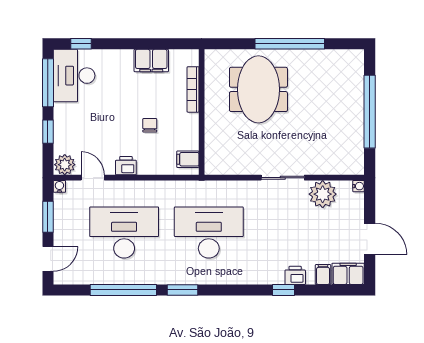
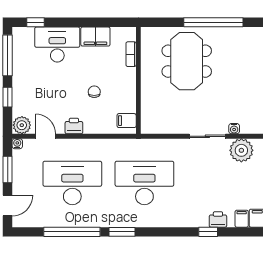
desk: (74, 76) -> (57, 45), moved, turned 90
bookcase: (193, 89) -> (131, 54), width x0.64
water cooler: (314, 169) -> (234, 129), added

